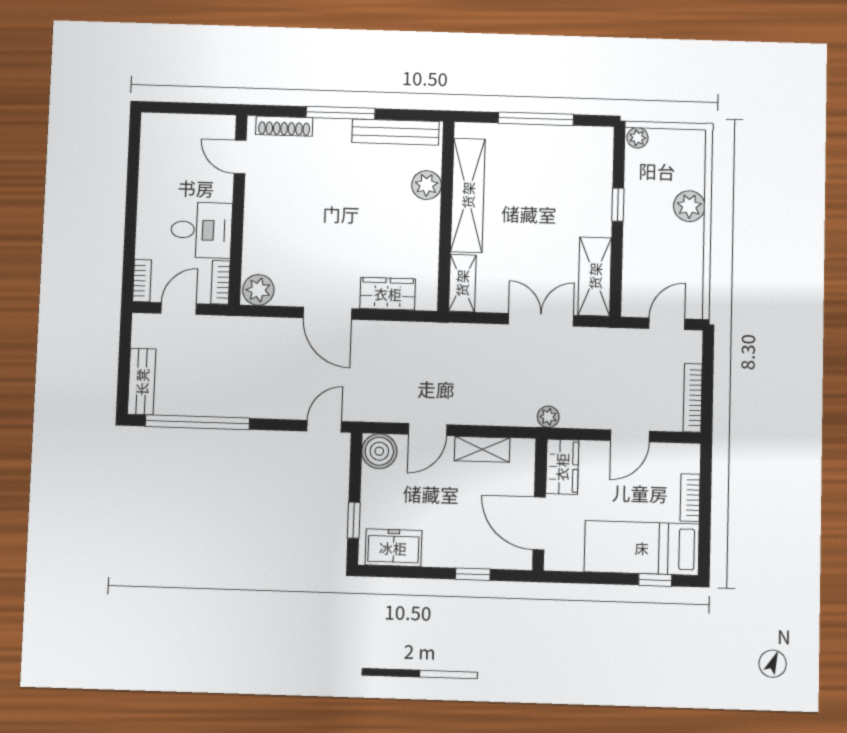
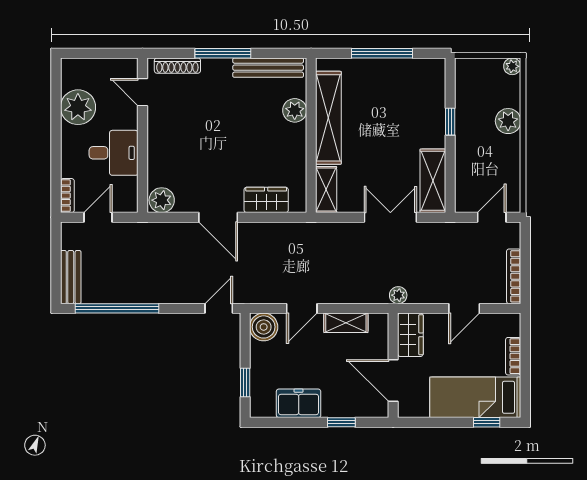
plant: (637, 138) -> (512, 66), moved
plant: (160, 173) -> (78, 107), added
bookcase: (221, 282) -> (131, 195), removed
freezer: (393, 548) -> (299, 403), moved

